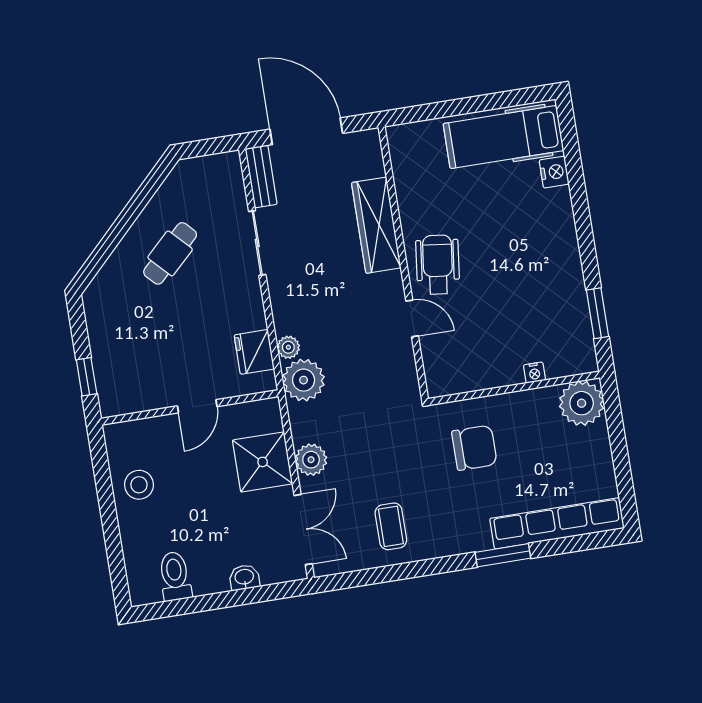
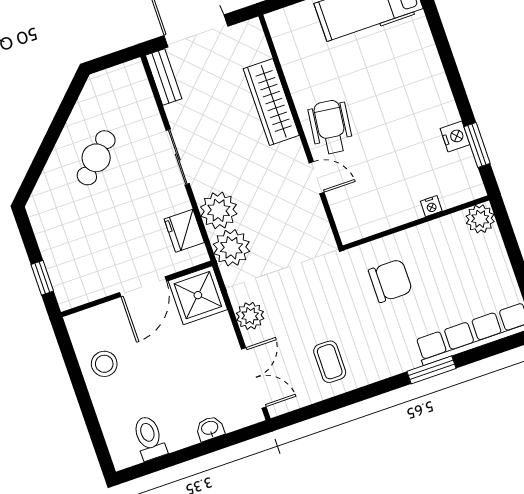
nightstand: (554, 172) -> (455, 137), moved
sliding door: (257, 243) -> (178, 157), moved
plant: (288, 347) -> (219, 210), width x1.87, depth x1.87
plant: (582, 403) -> (480, 219), width x0.73, depth x0.73
door: (197, 406) -> (143, 287), width x1.38
shower: (263, 462) -> (198, 295), moved

